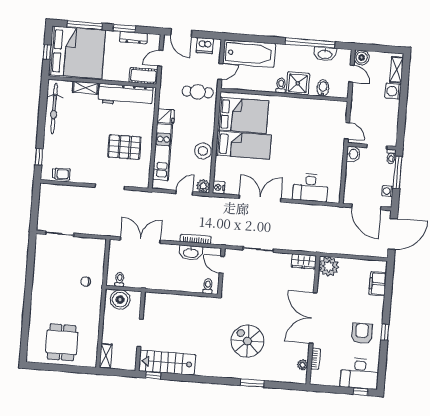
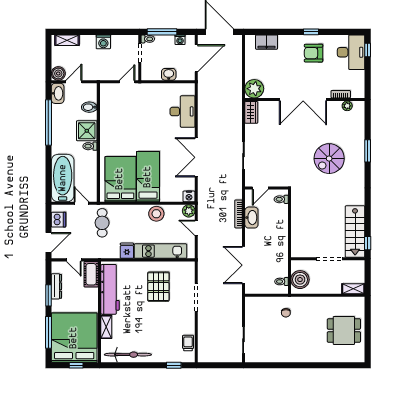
washbasin: (325, 54) -> (58, 93), moved
washing machine: (393, 91) -> (103, 42), moved
washbasin: (353, 154) -> (169, 74), moved

